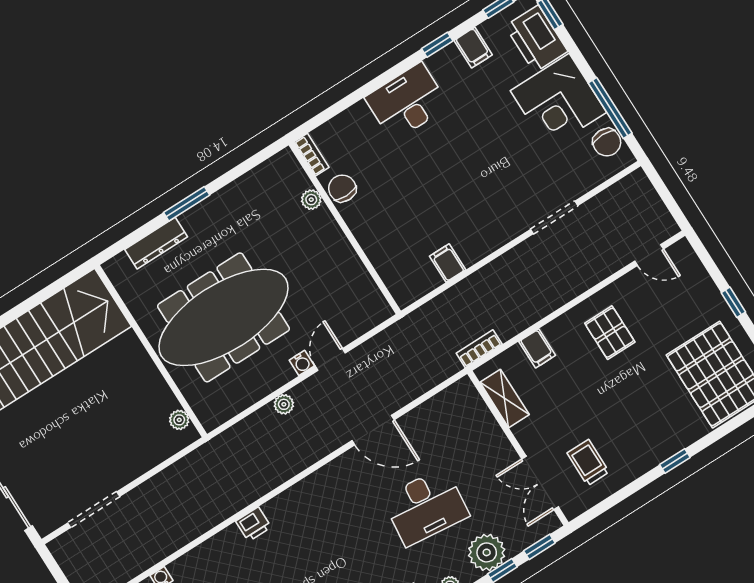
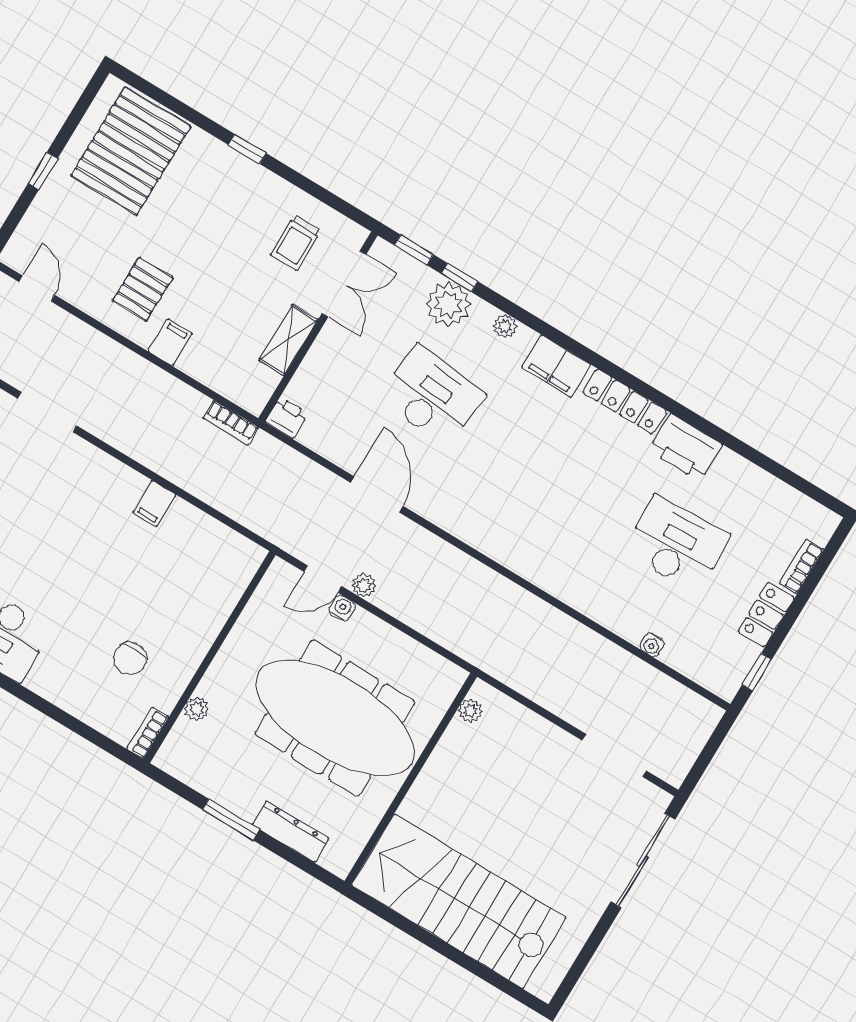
bookcase: (311, 155) -> (148, 733), moved
plant: (311, 200) -> (197, 709), moved
wall: (345, 228) -> (210, 657), moved
filing cabinet: (537, 348) -> (170, 342), moved
shelving: (505, 398) -> (288, 340), moved
plant: (284, 404) -> (364, 585), moved
printer: (253, 524) -> (286, 418), moved

